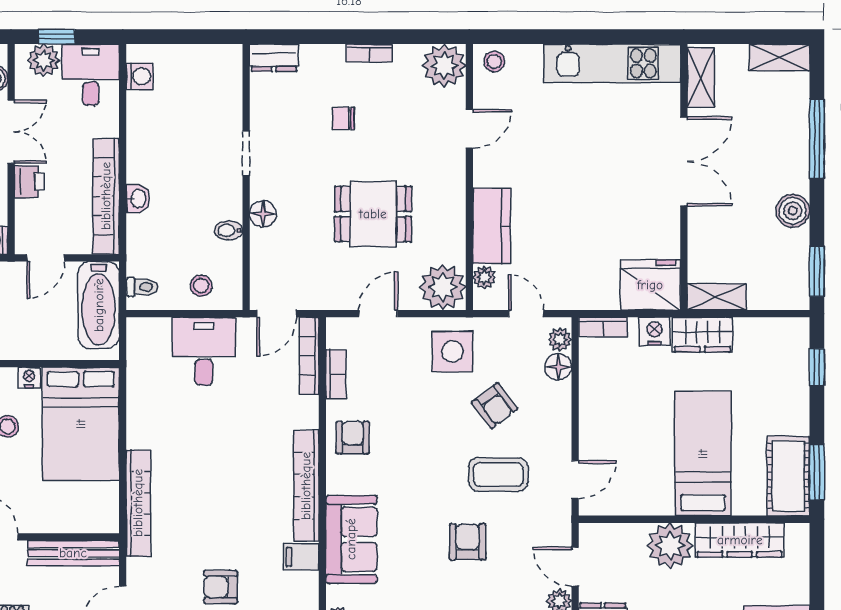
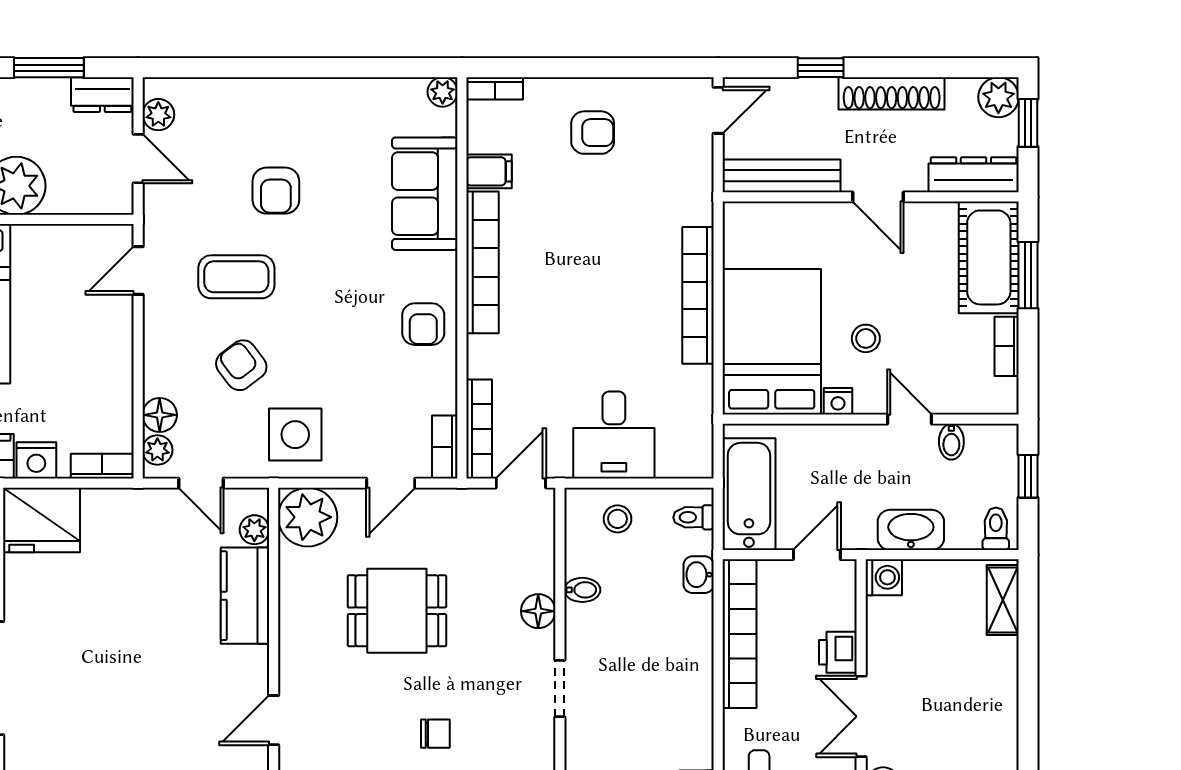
washbasin: (138, 199) -> (699, 575), moved
bookcase: (336, 374) -> (445, 447), moved
bookcase: (138, 503) -> (698, 295), moved

